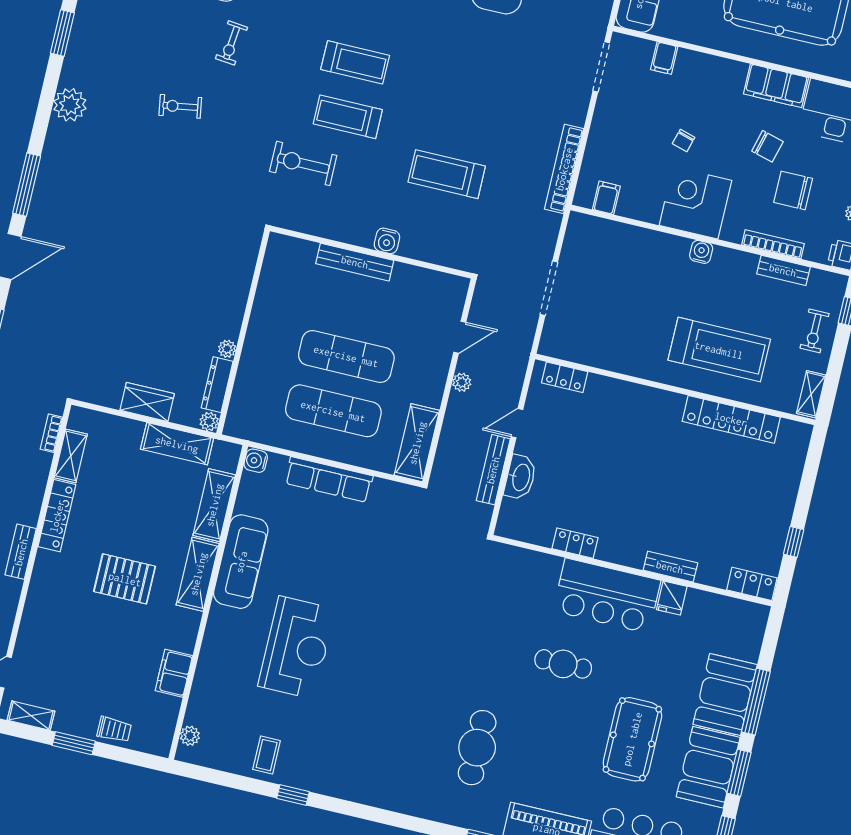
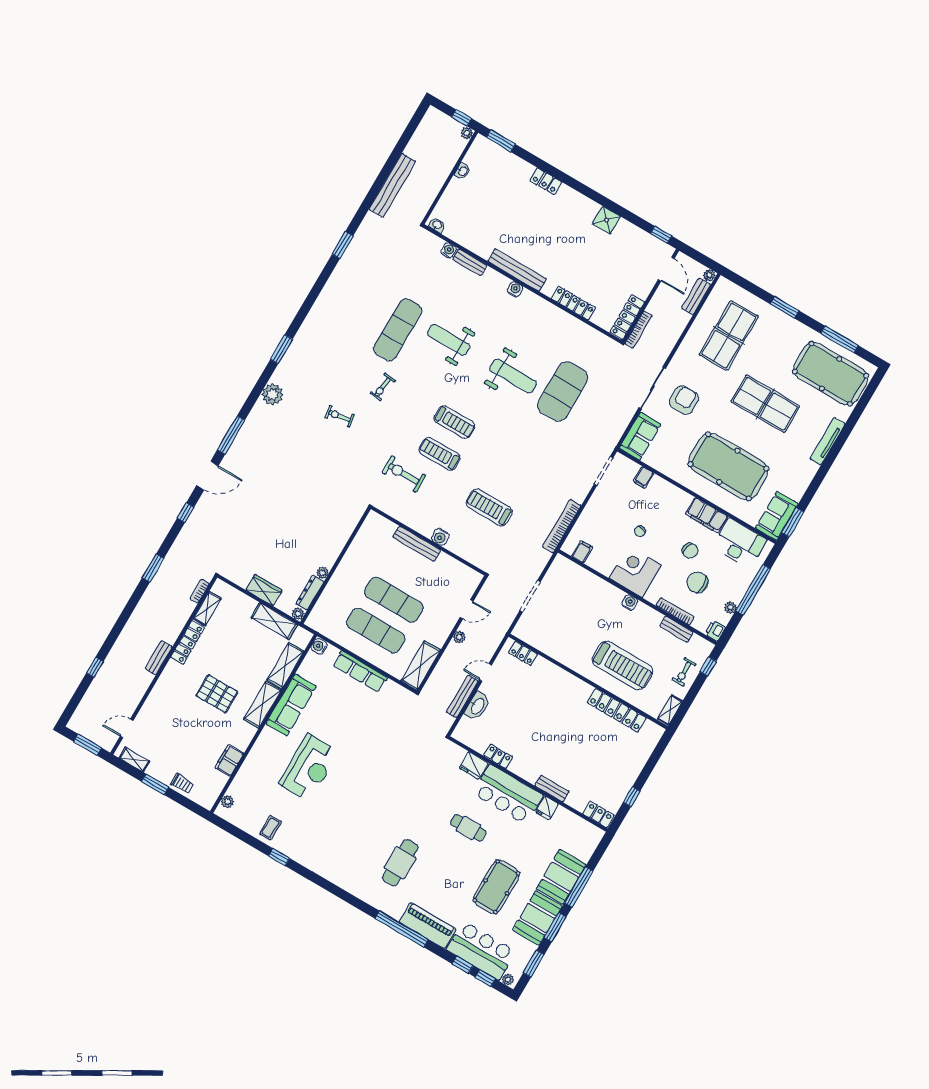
fridge: (542, 568) -> (474, 765), added

